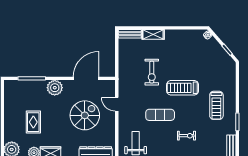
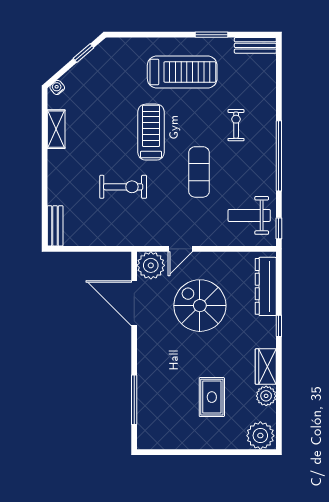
shelving: (153, 34) -> (56, 129), moved
plant: (55, 88) -> (151, 265), moved
treadmill: (183, 88) -> (151, 132), turned 180
treadmill: (216, 105) -> (182, 72), width x1.37, depth x1.38
rug: (33, 122) -> (212, 397), turned 90

